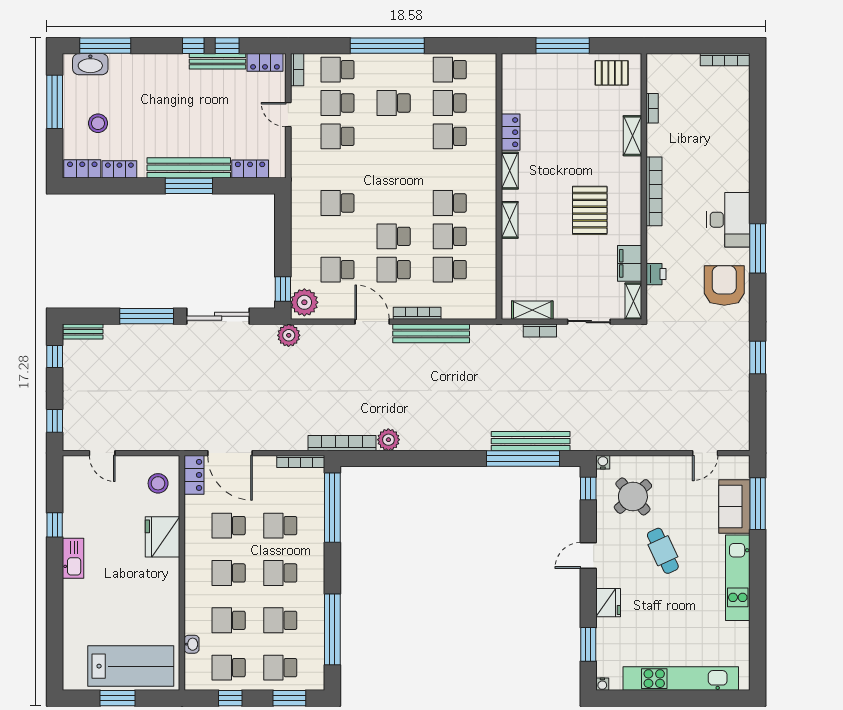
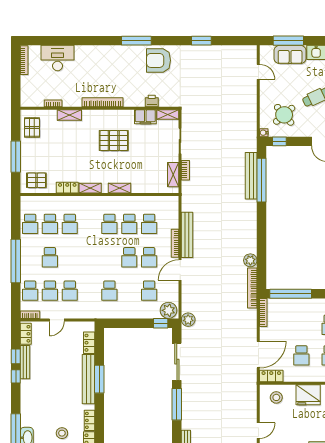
pallet: (523, 80) -> (36, 180), added
desk: (728, 220) -> (58, 58), moved
school desk: (280, 526) -> (301, 325), removed

